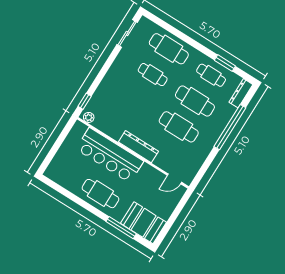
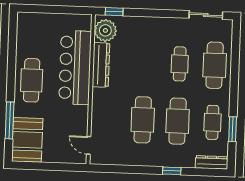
plant: (89, 117) -> (105, 30), width x1.88, depth x1.88
window: (230, 127) -> (172, 171), width x0.32
dresser: (138, 147) -> (101, 65), moved

